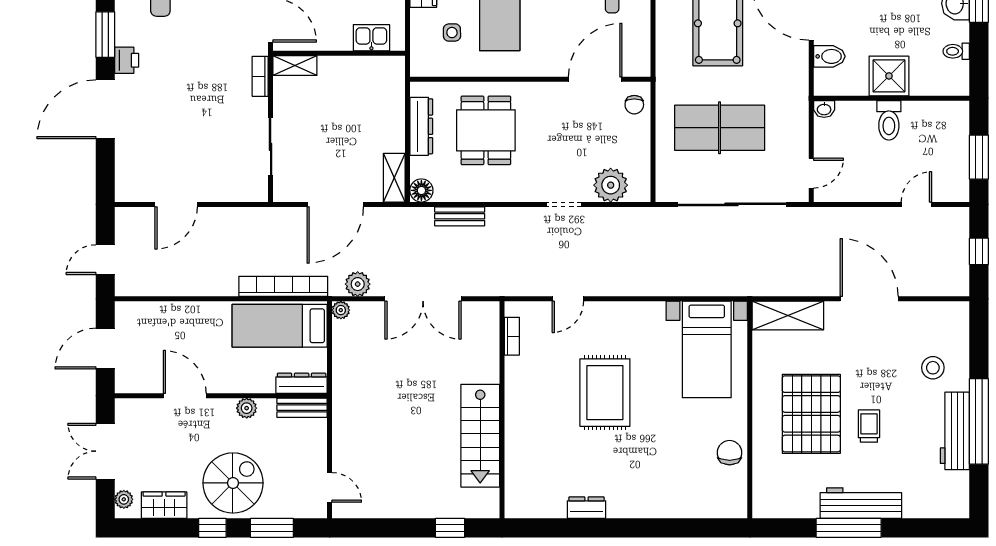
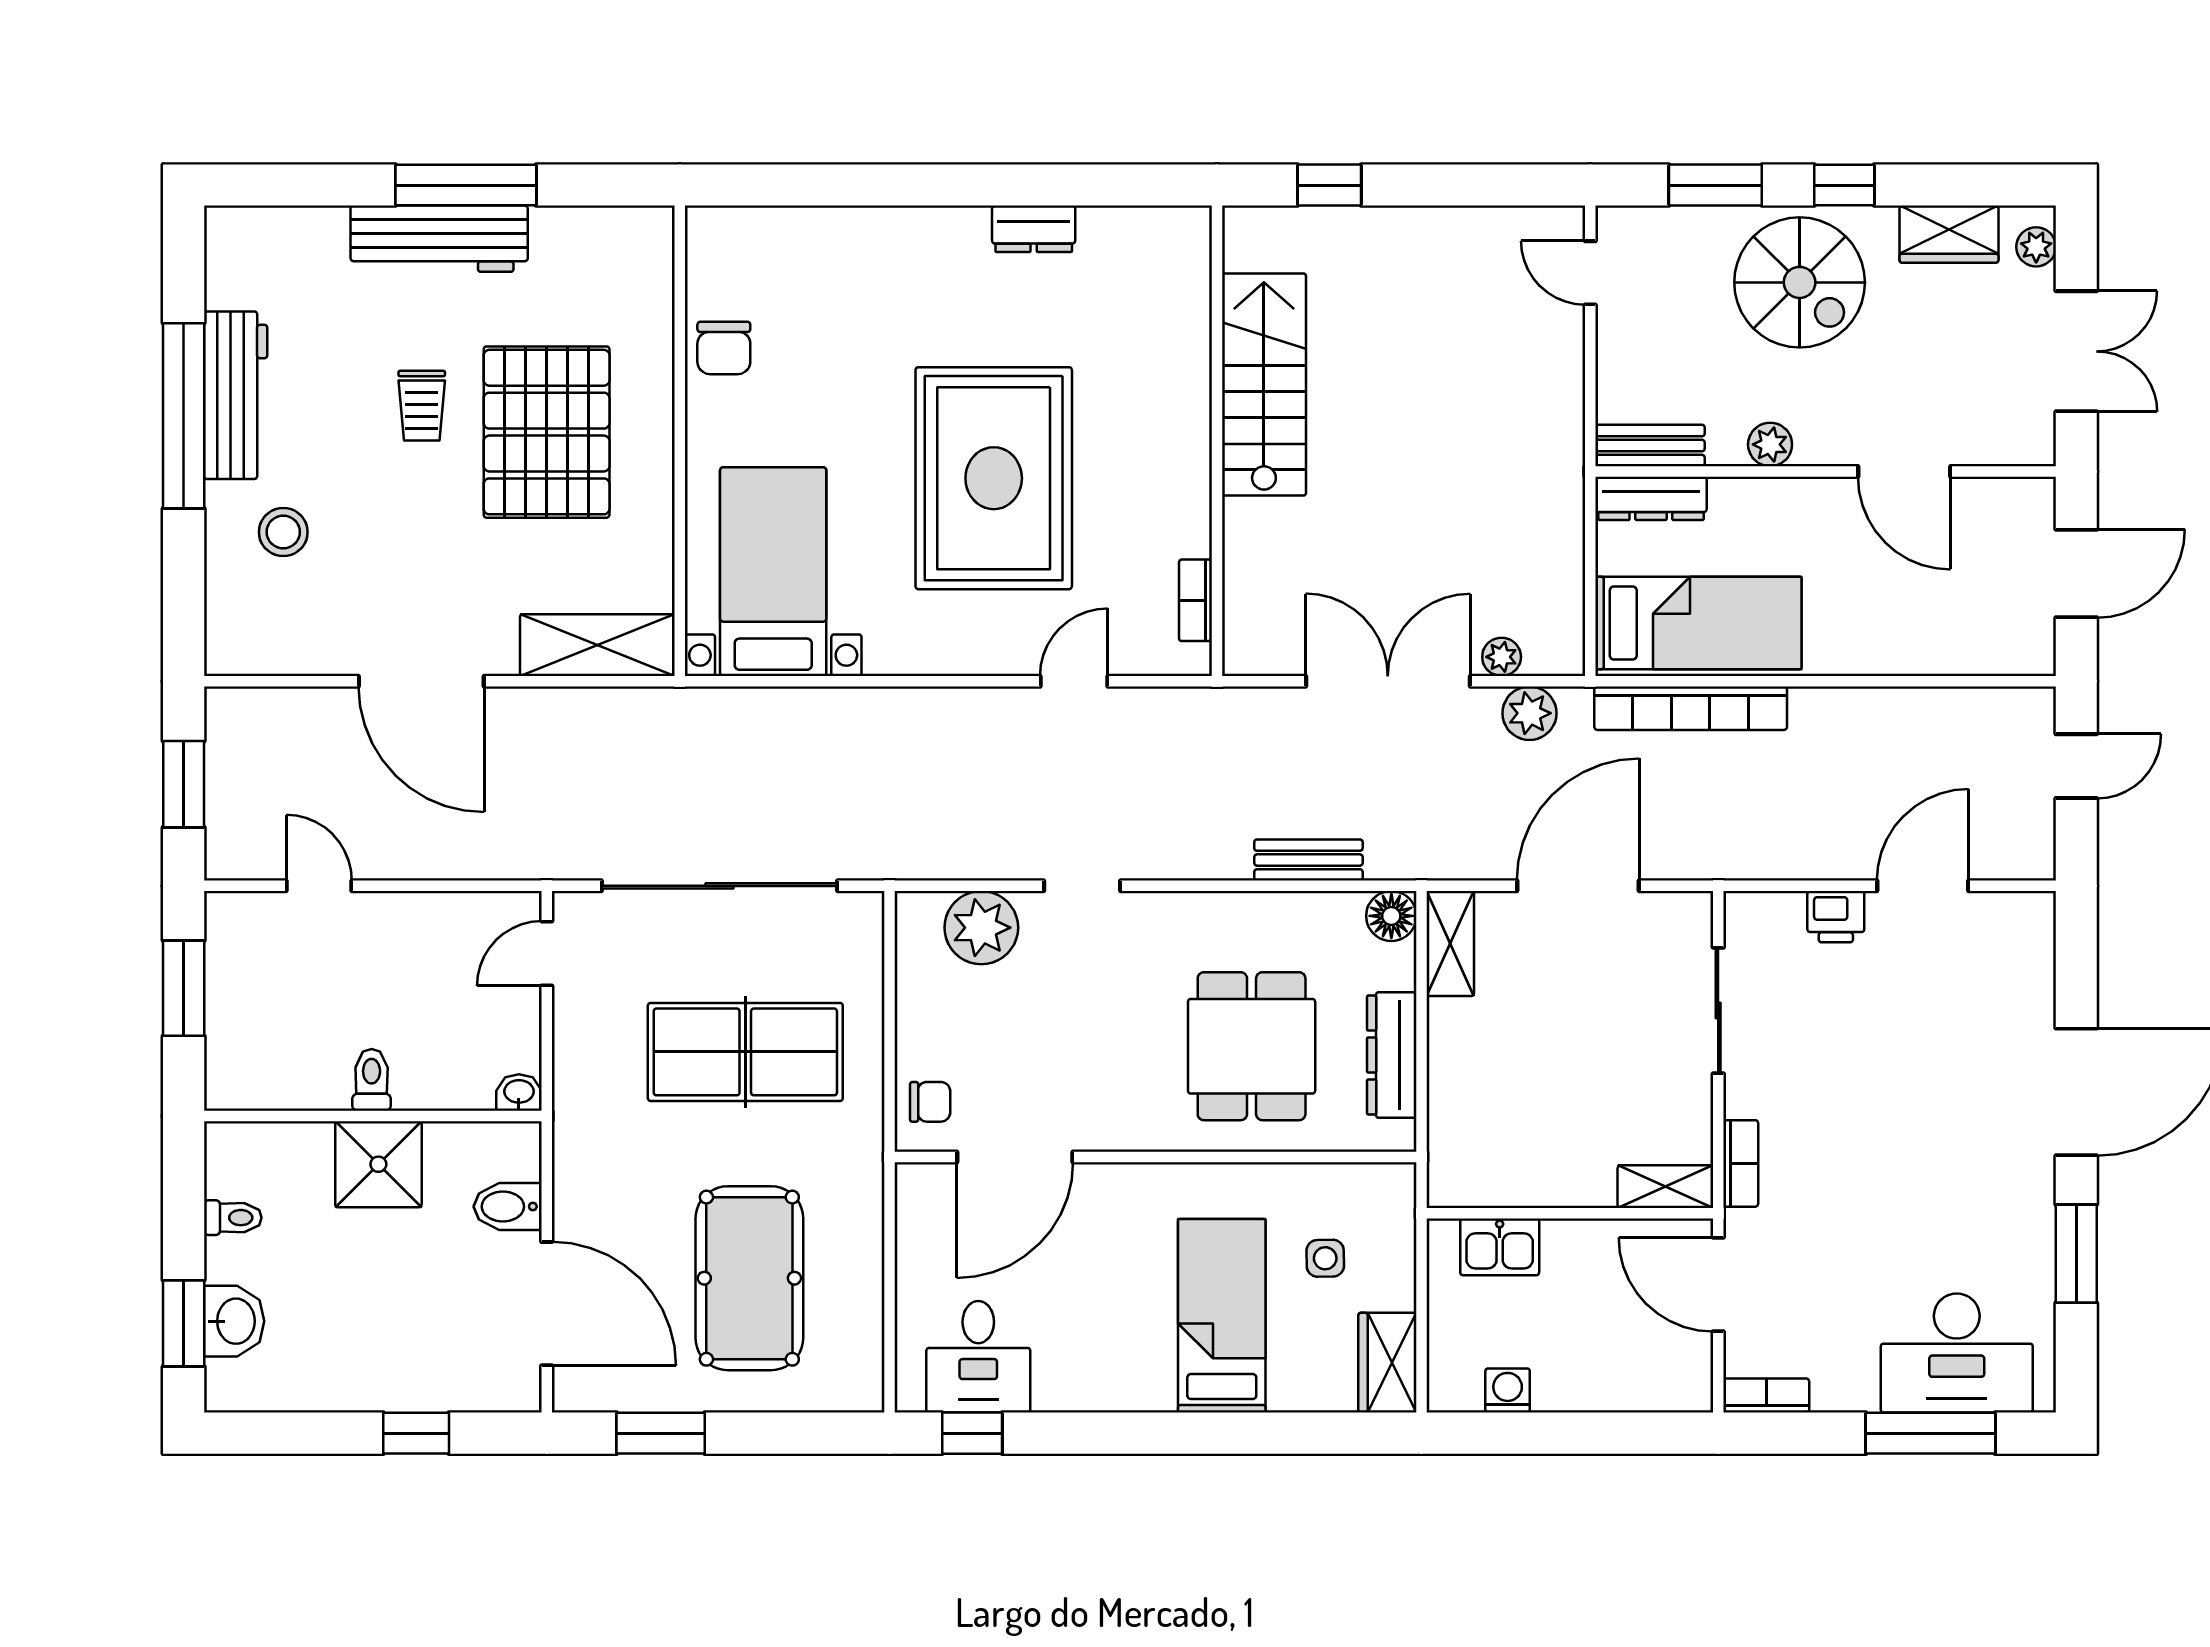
printer: (127, 60) -> (1836, 917), moved, turned -90
chair: (634, 105) -> (930, 1102), turned 90
toilet: (889, 120) -> (372, 1080), width x0.73, depth x0.72
door: (916, 204) -> (319, 886), swing flipped
window: (979, 251) -> (184, 784), width x1.50
plant: (341, 310) -> (1502, 657), moved
rug: (605, 393) -> (994, 478), width x1.37, depth x1.44
spiral stairs: (233, 483) -> (1800, 282), turned -90

